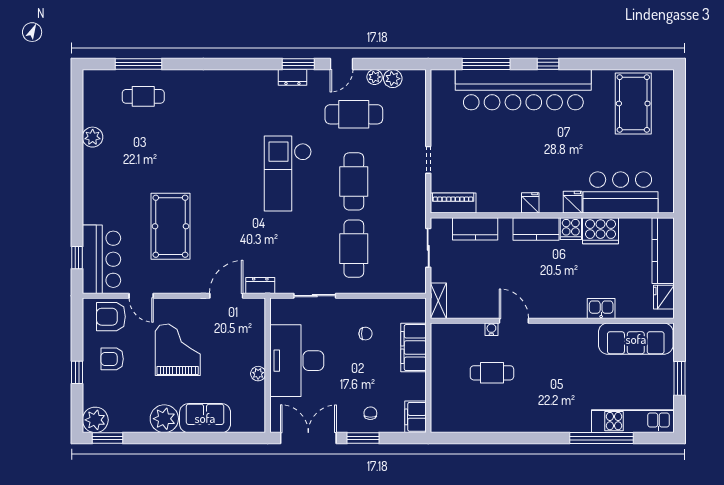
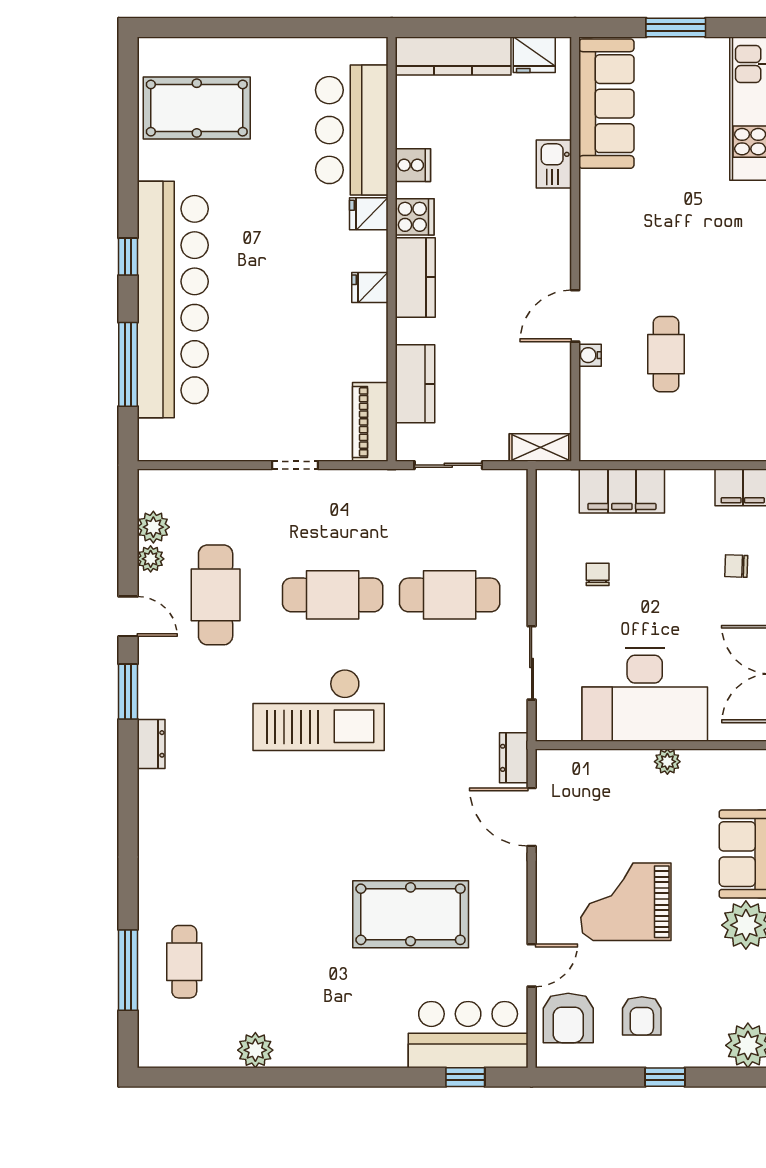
dresser: (292, 77) -> (151, 744), moved
cooker: (601, 231) -> (413, 165), width x0.53, depth x0.76

